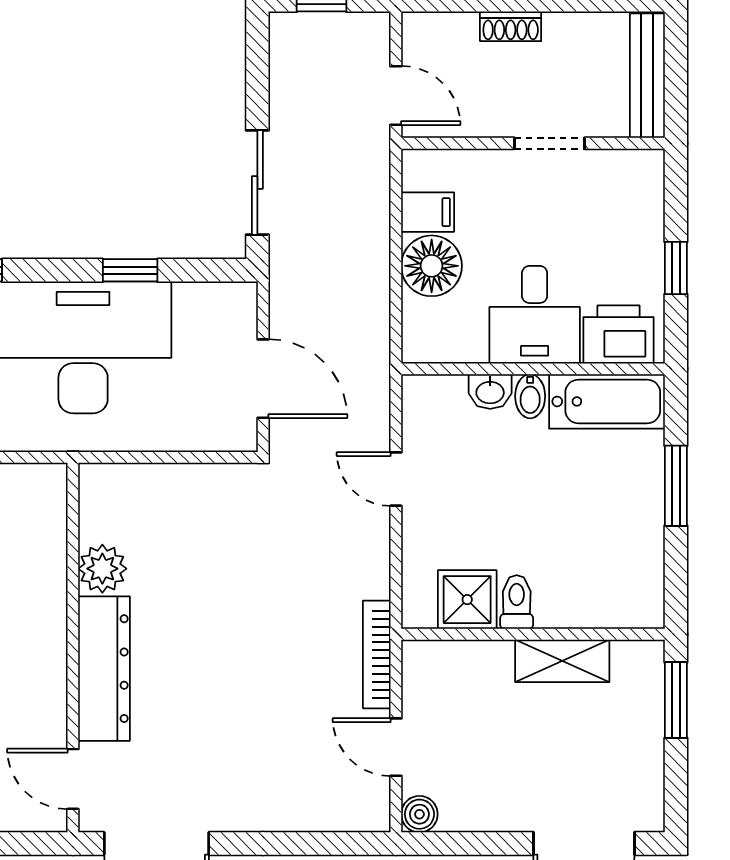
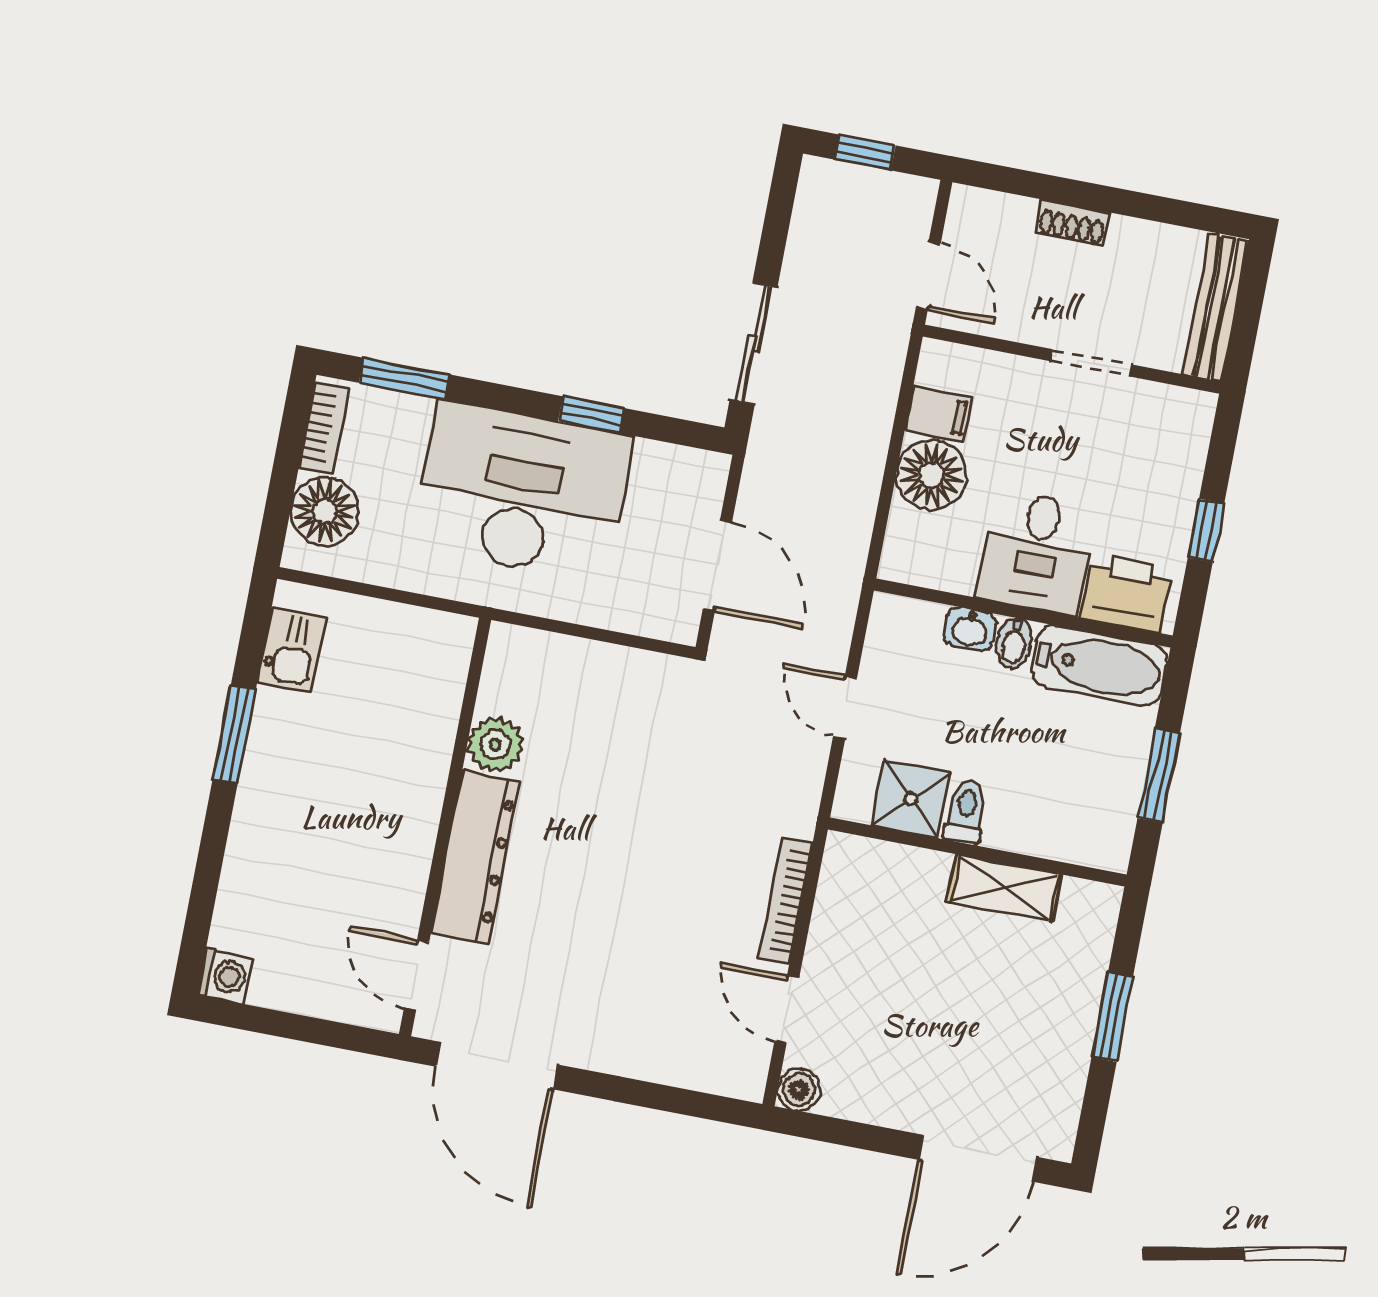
shower: (467, 600) -> (911, 799), moved
toilet: (517, 602) -> (966, 812), moved
wall: (533, 634) -> (977, 852), moved
shelving: (562, 661) -> (1004, 888), moved

